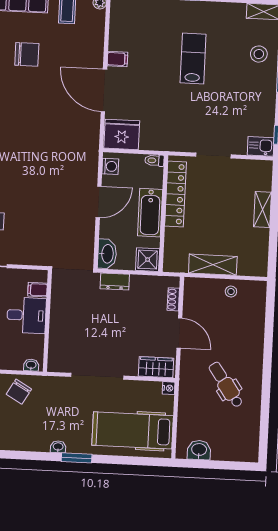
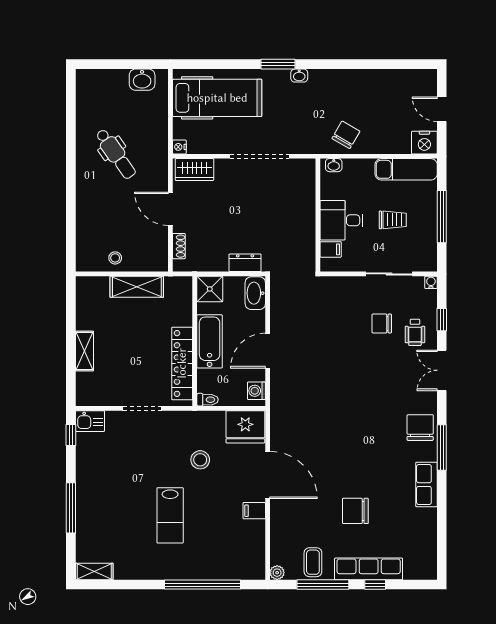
stool: (259, 54) -> (200, 460), moved

